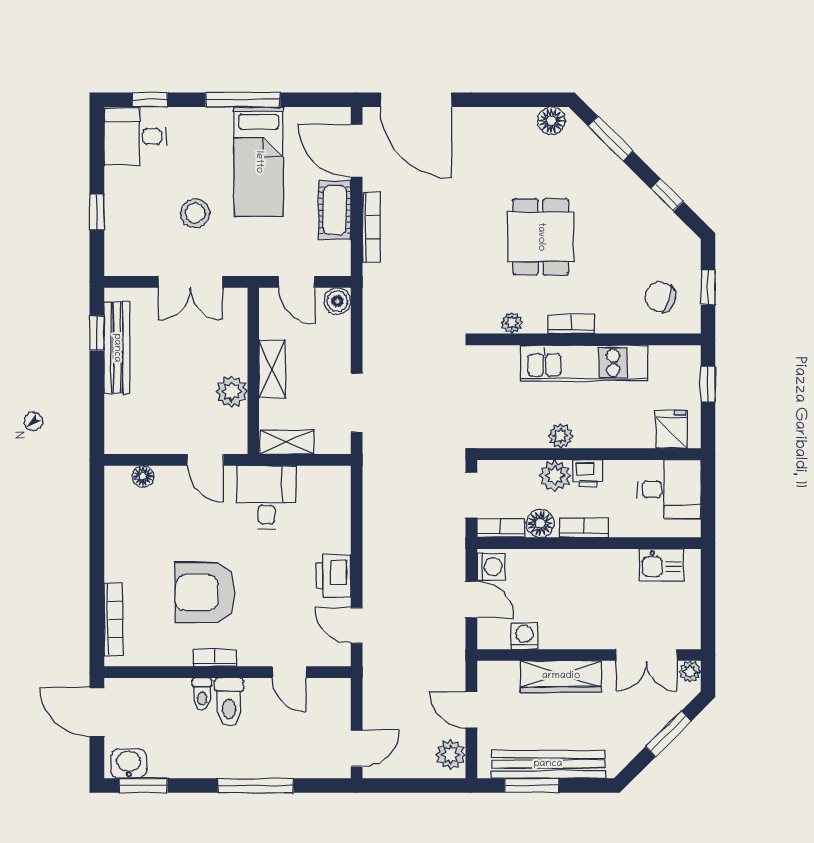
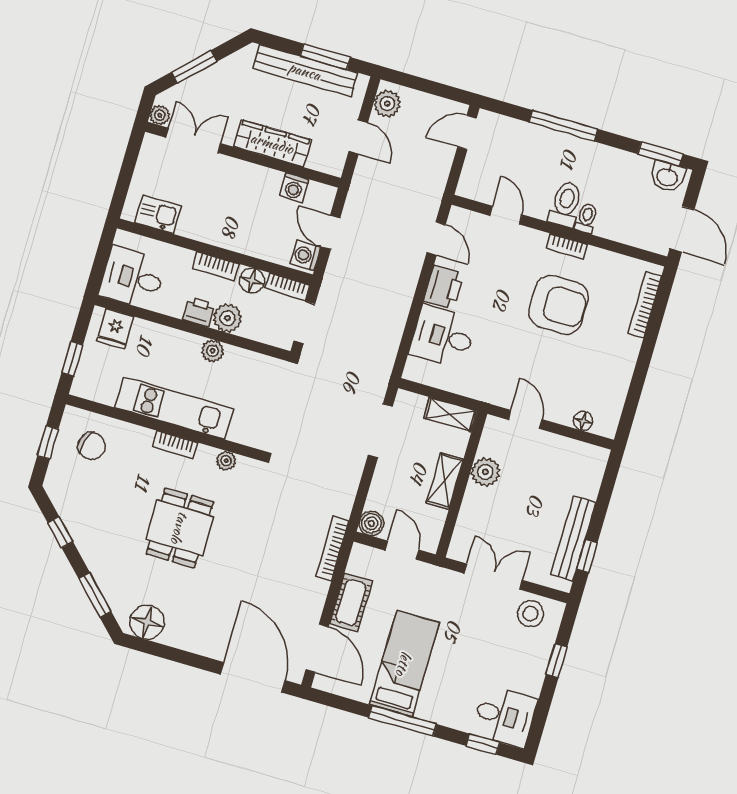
floor lamp: (551, 121) -> (147, 622), width x1.38, depth x1.38
stool: (195, 213) -> (531, 614), moved
bookcase: (371, 227) -> (332, 548), moved
desk: (267, 497) -> (443, 337), moved, turned 90

